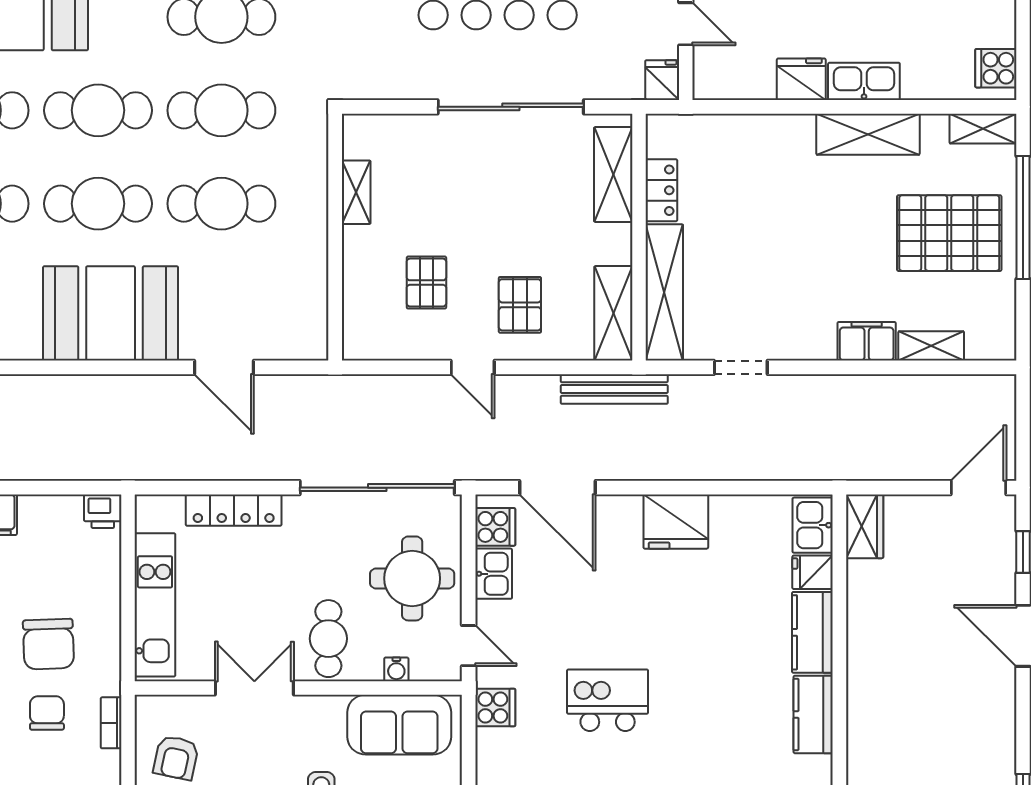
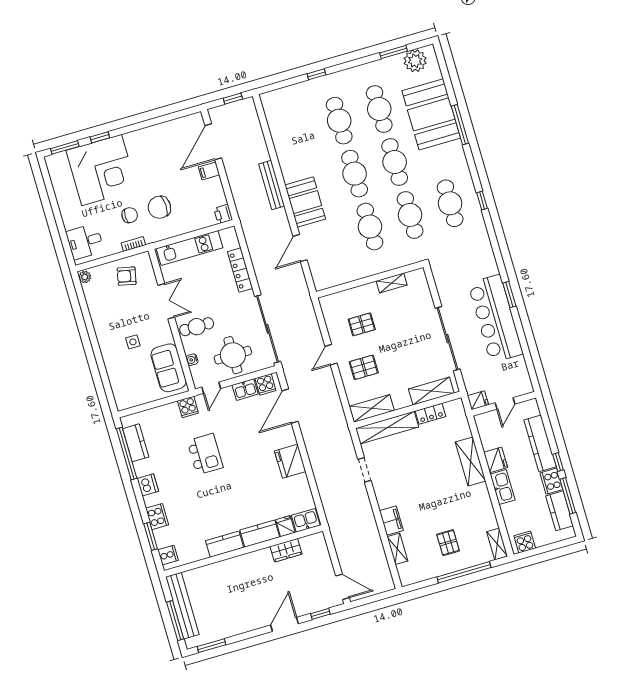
shelving: (868, 134) -> (471, 461), moved
pallet: (949, 233) -> (448, 543), width x0.49, depth x0.50
booth: (111, 313) -> (305, 202), width x0.73, depth x0.70
bench: (614, 389) -> (272, 185), moved
wardrobe: (865, 526) -> (286, 550), moved

